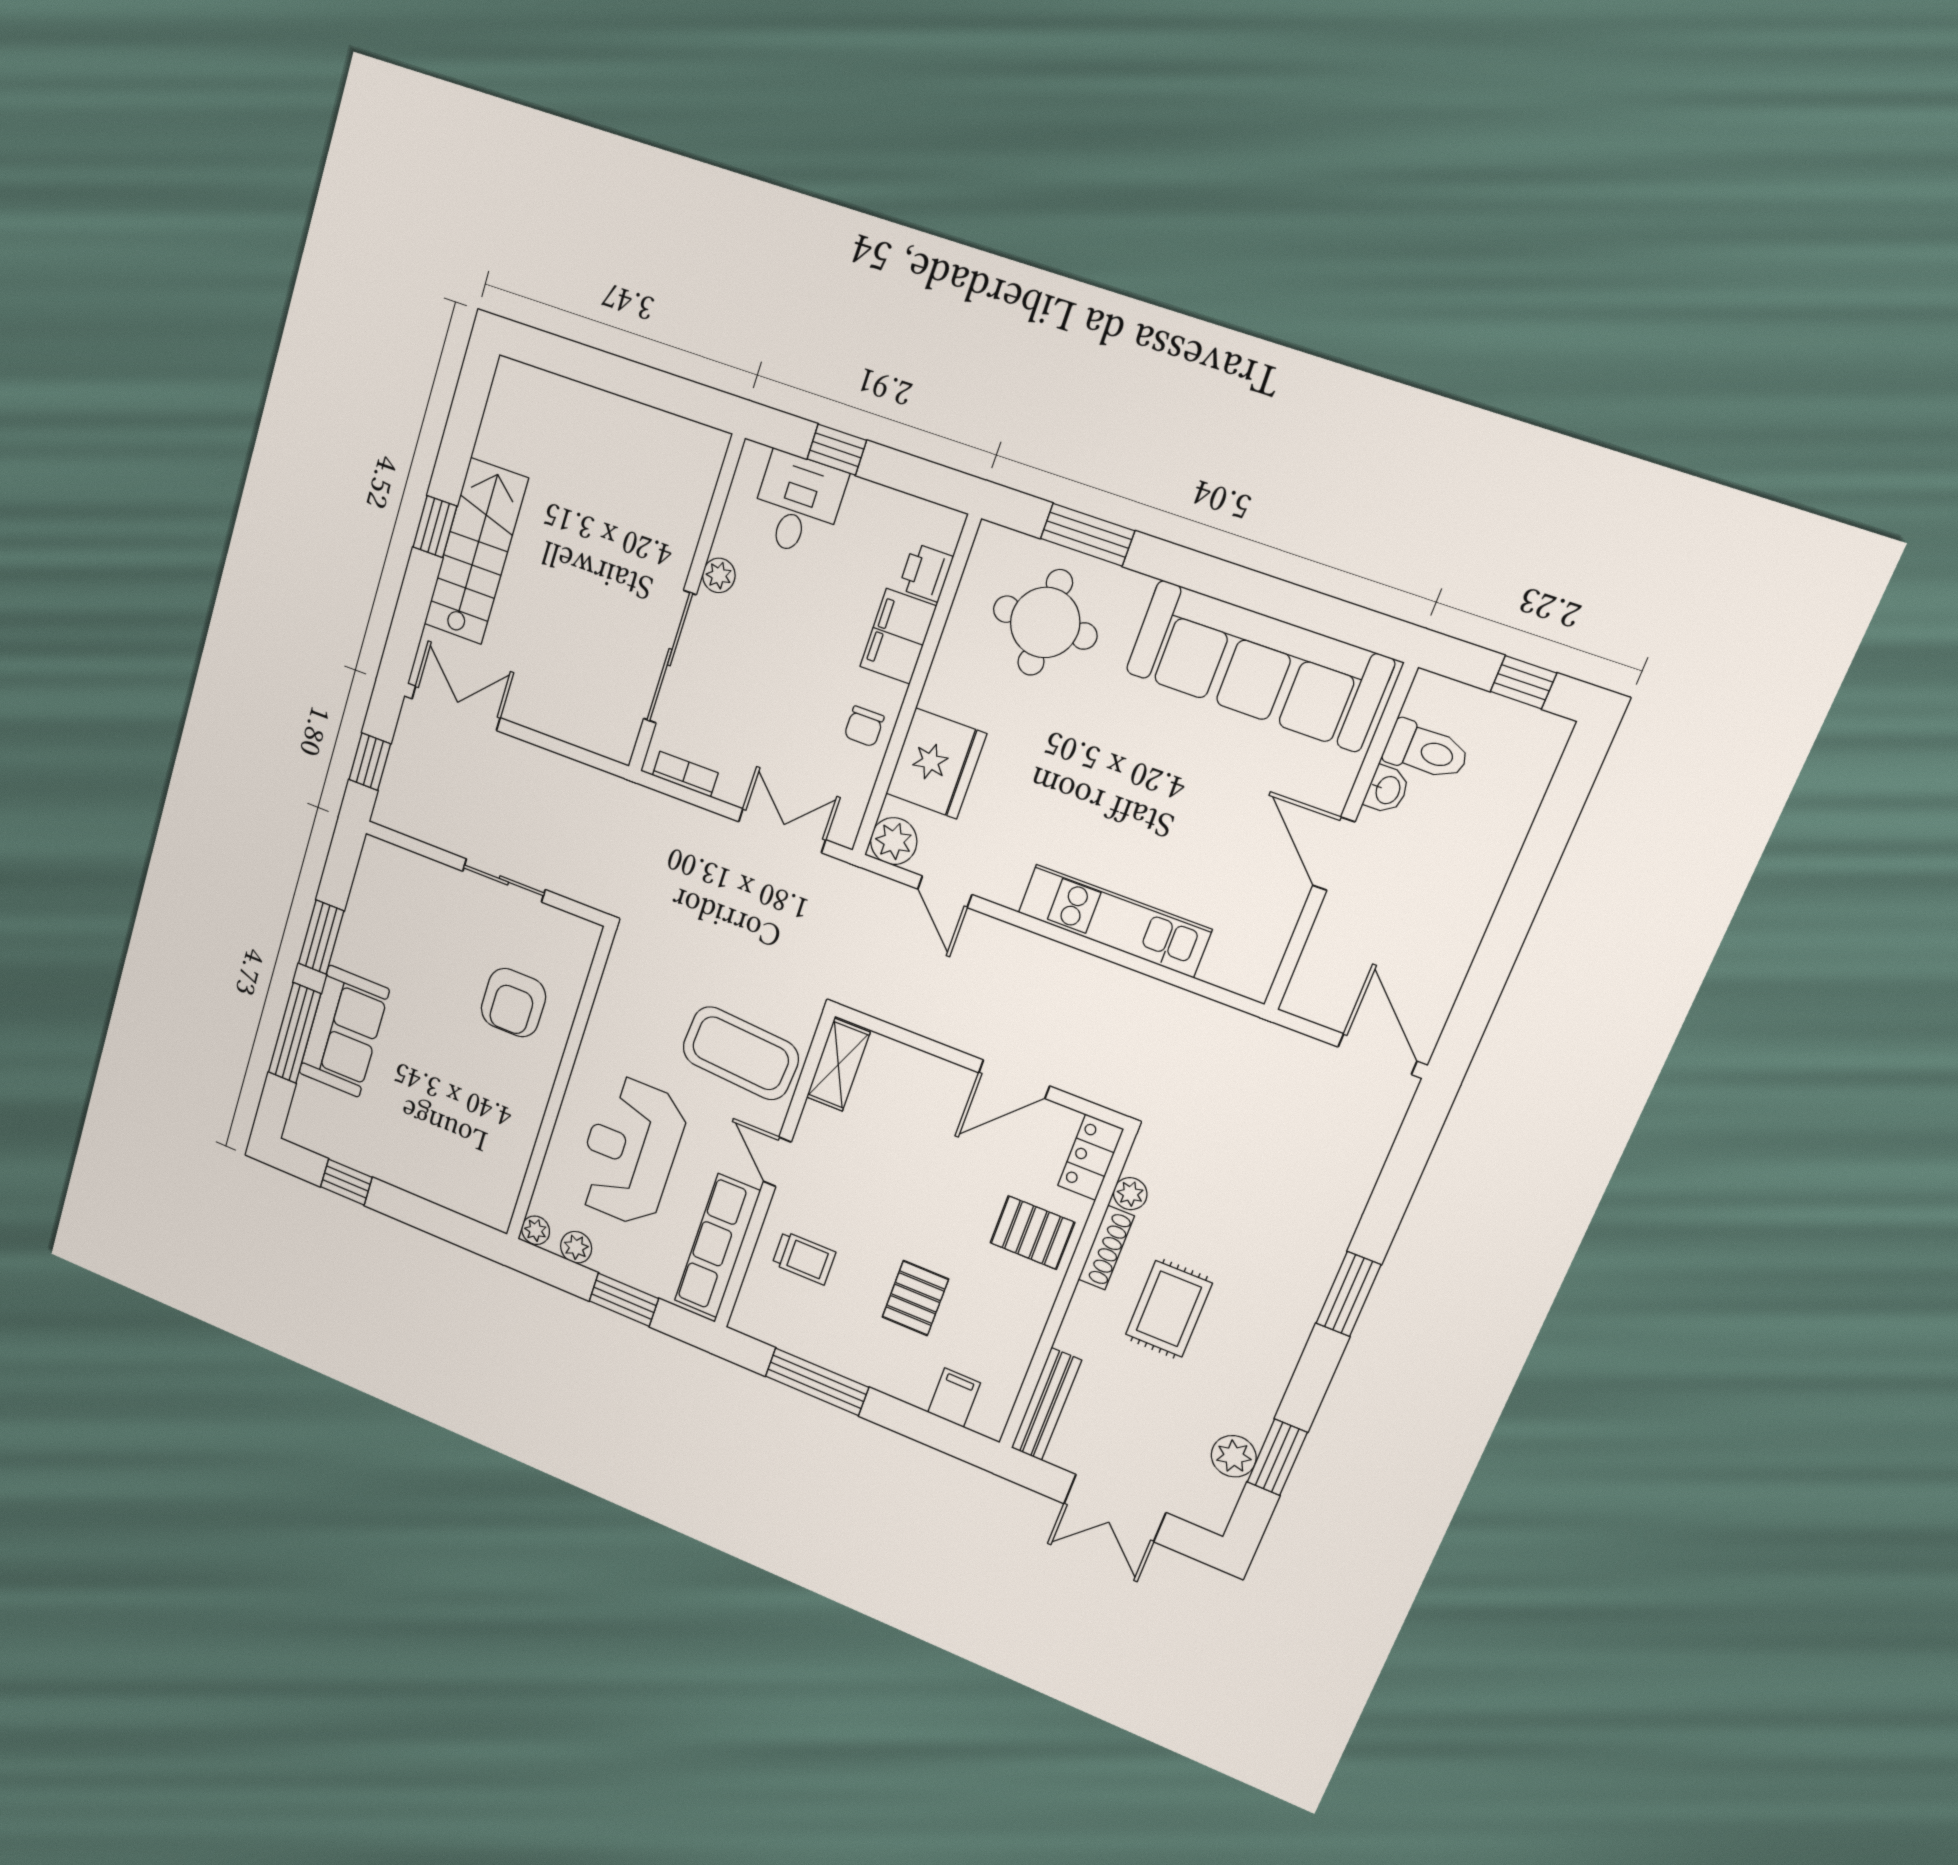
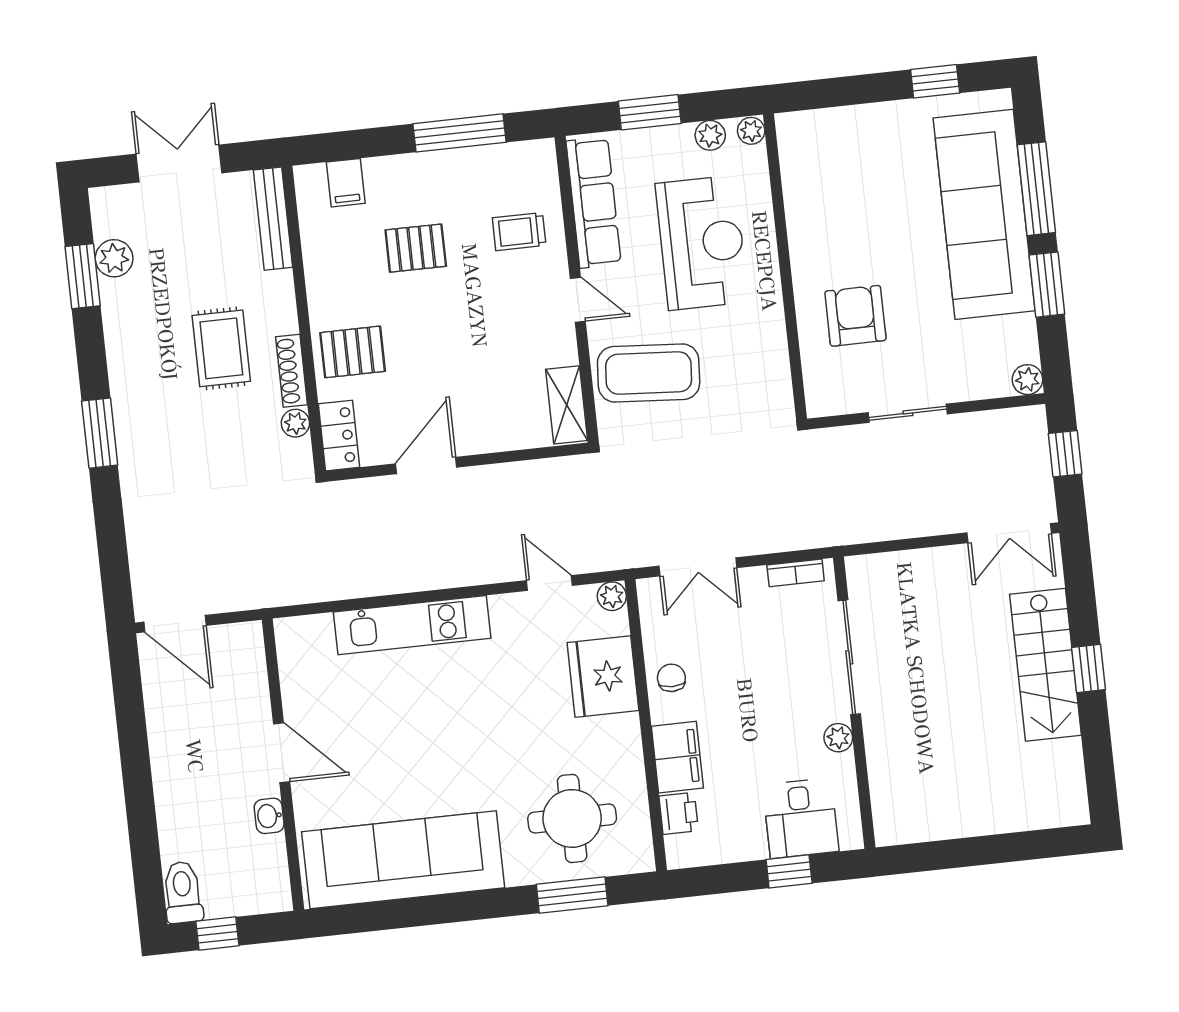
toilet: (1426, 751) -> (183, 892), moved, turned 90
plant: (894, 841) -> (612, 596), width x0.73, depth x0.73
plant: (376, 854) -> (1027, 380), added
sofa: (344, 1031) -> (984, 214), width x1.85, depth x1.27
pallet: (915, 1298) -> (416, 248), turned 90

